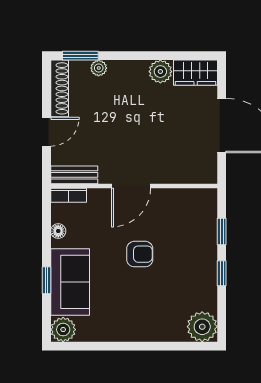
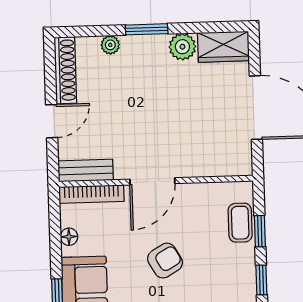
window: (80, 56) -> (147, 29), moved
bookcase: (69, 195) -> (91, 194), width x1.56
coffee table: (205, 224) -> (240, 223), added
armchair: (140, 254) -> (165, 261), turned -30

